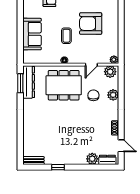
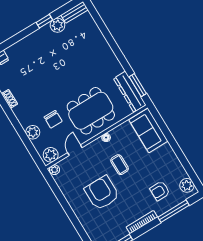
armchair: (91, 24) -> (102, 193), turned -90
sofa: (32, 34) -> (148, 130), moved
plant: (92, 159) -> (57, 25), moved

